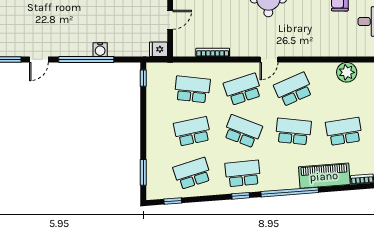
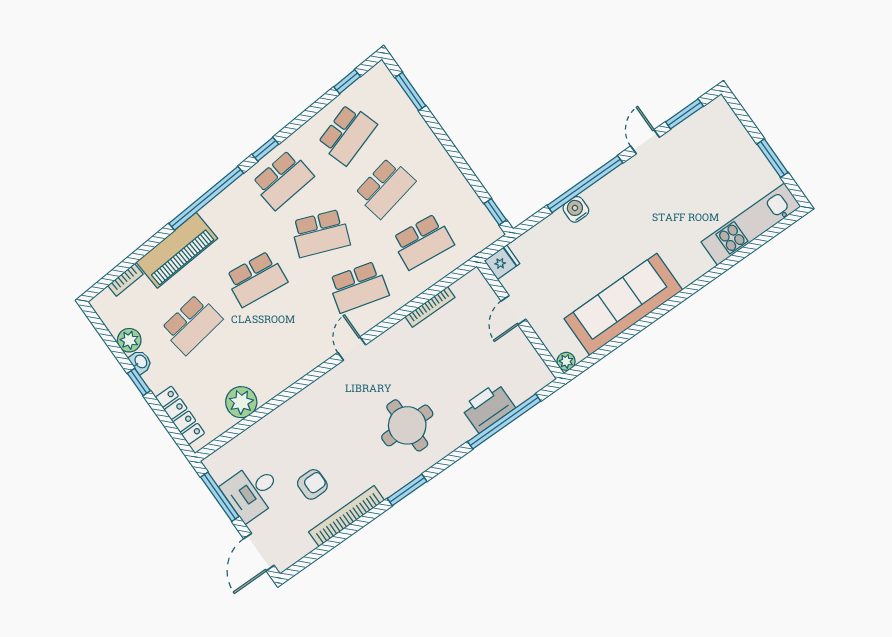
school desk: (243, 89) -> (358, 287), turned 33
school desk: (293, 89) -> (294, 332), removed

